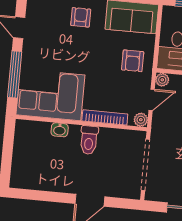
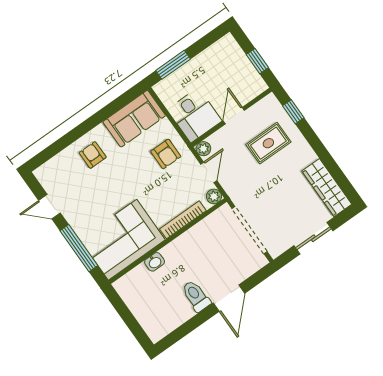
toilet: (89, 140) -> (196, 296), moved, turned 180

